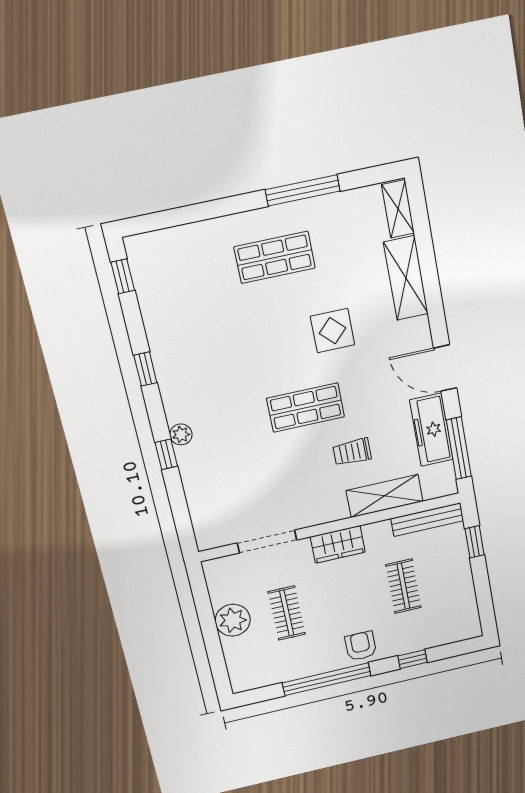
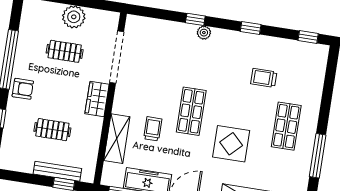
trolley: (214, 320) -> (264, 78), added
display table: (332, 331) -> (231, 144), width x1.36, depth x1.36
bench: (427, 520) -> (57, 171), moved, turned 90
doorway: (267, 541) -> (117, 57), width x1.36

